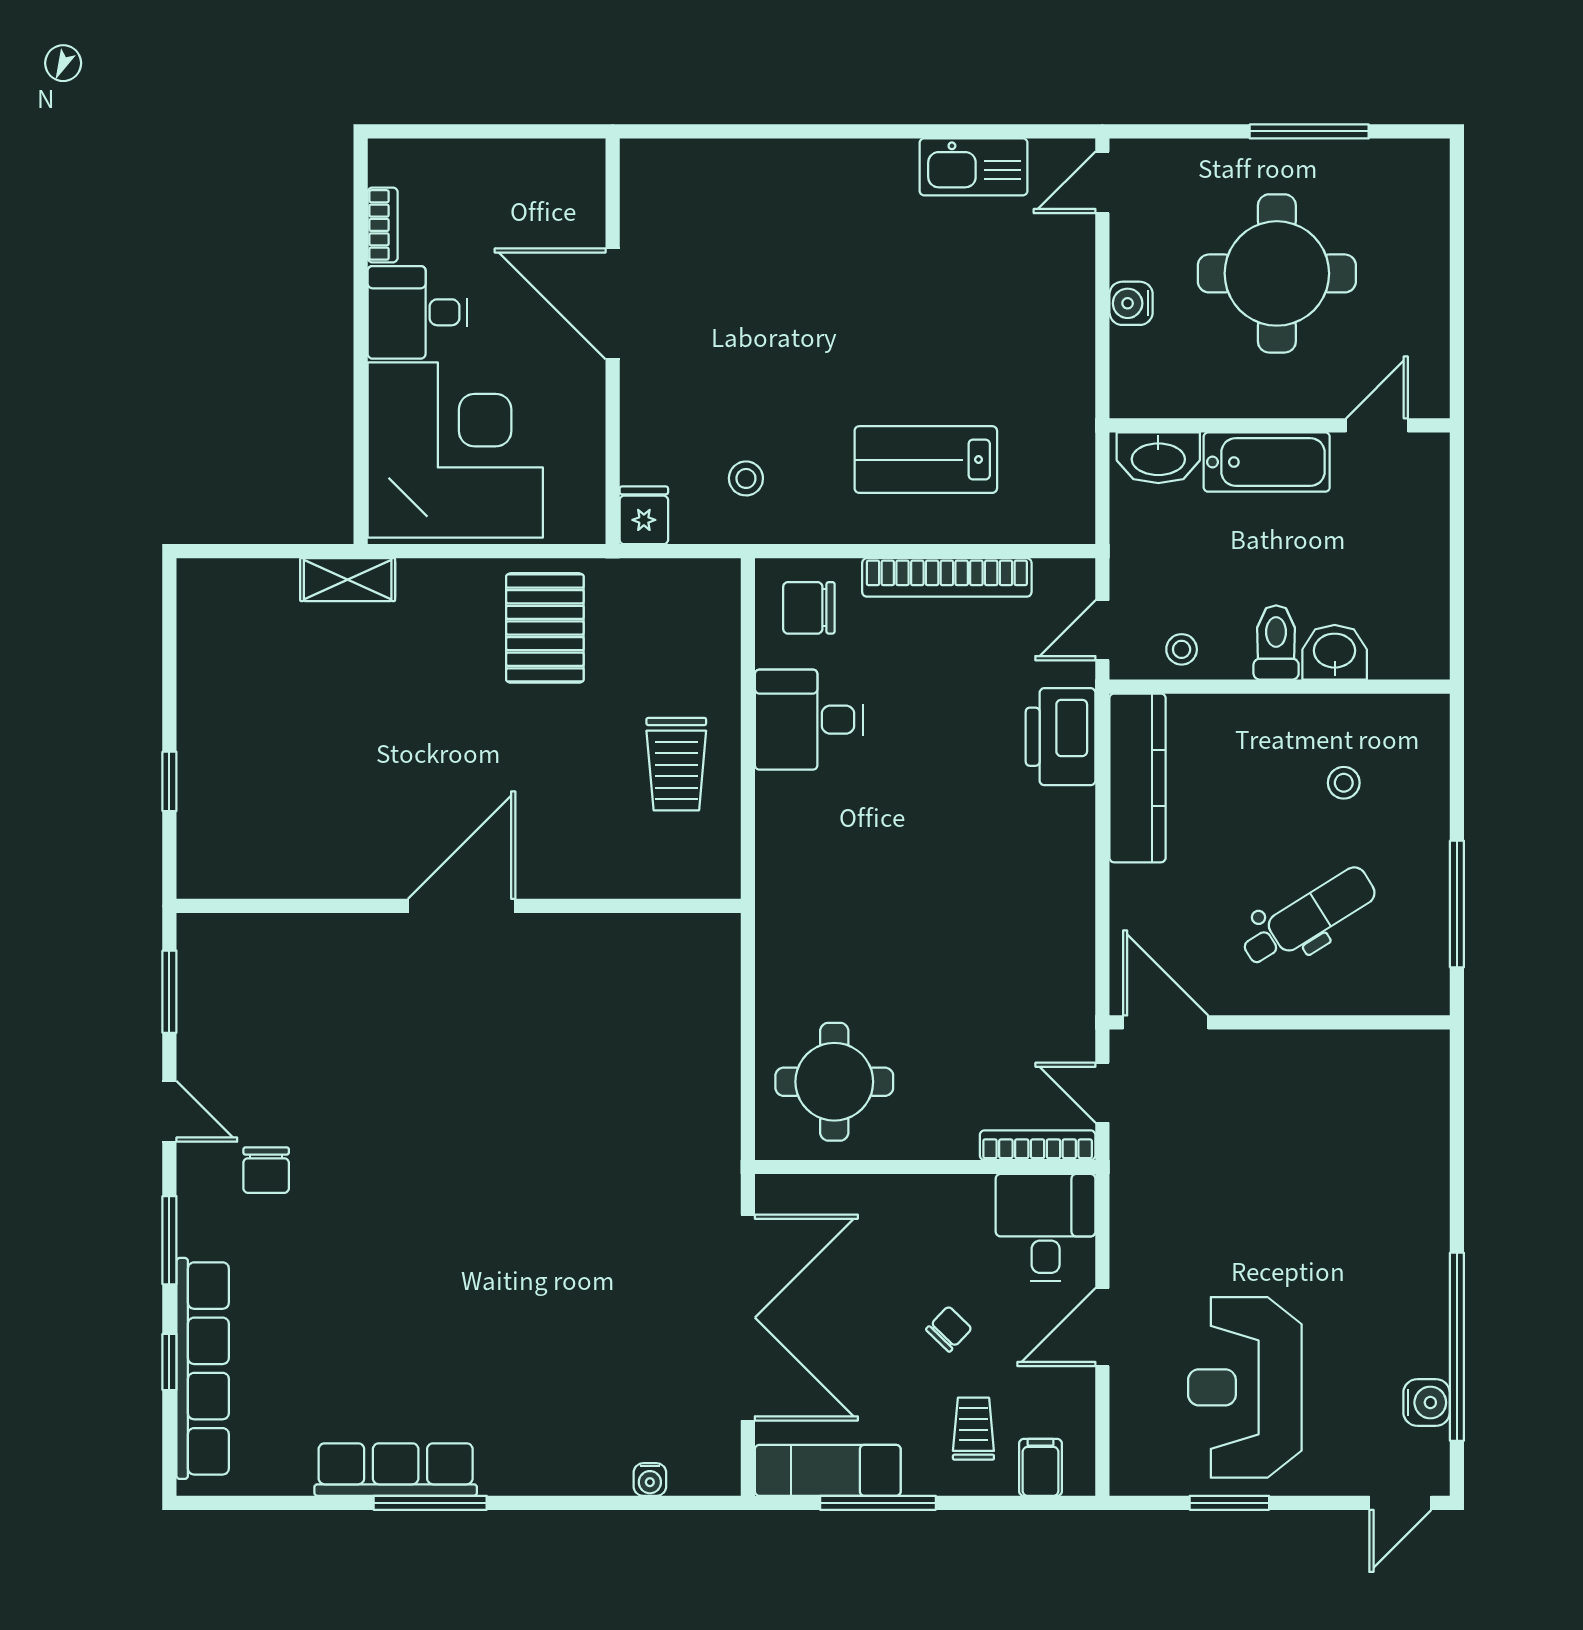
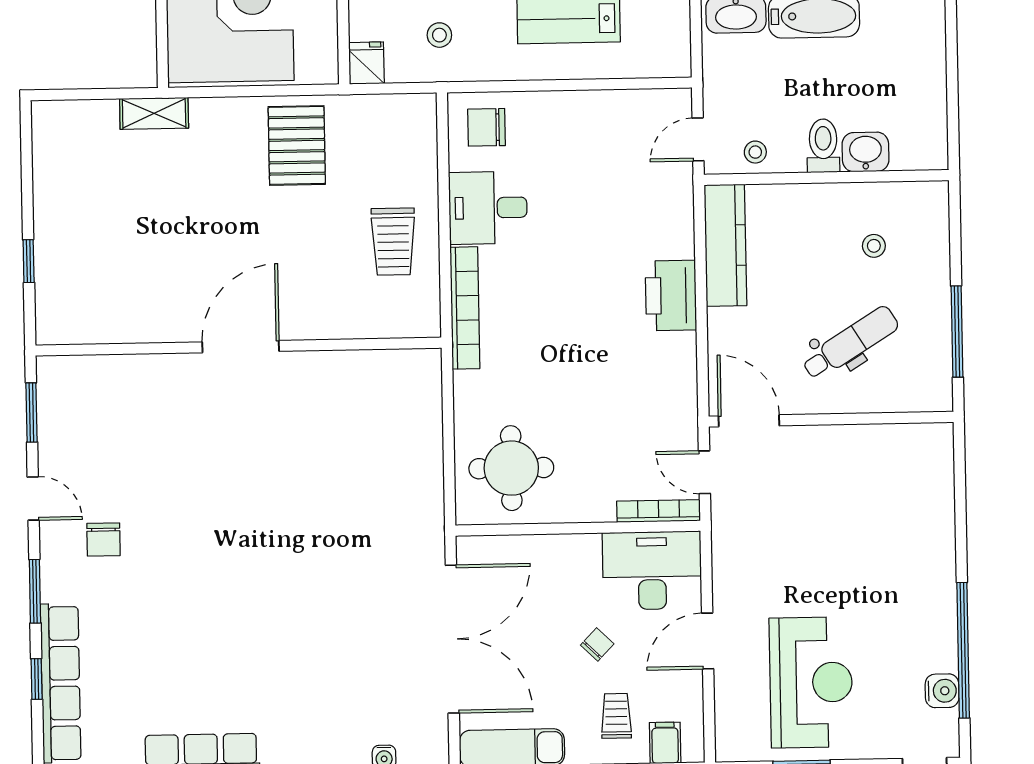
bookcase: (947, 577) -> (465, 308), moved, turned -90
printer: (1061, 737) -> (671, 295), moved
desk: (1046, 1228) -> (652, 571), width x1.37
reception desk: (1245, 1387) -> (811, 682), turned 180

